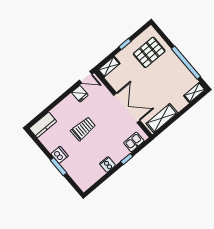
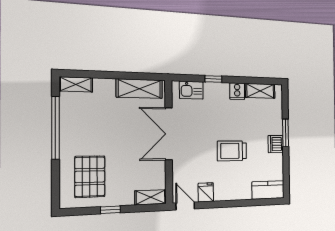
pallet: (149, 52) -> (90, 177), turned 90
shelving: (94, 177) -> (260, 91), added

